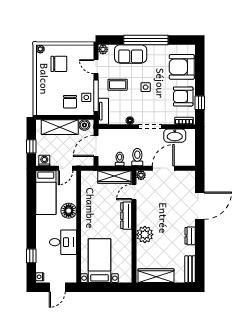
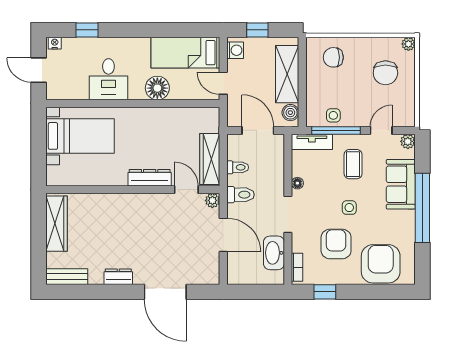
armchair: (183, 96) -> (336, 244), moved
chair: (70, 102) -> (333, 57), moved
plant: (145, 235) -> (120, 206), removed

